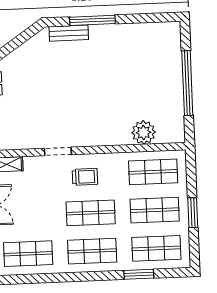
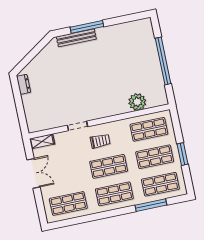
bench: (69, 33) -> (76, 38), width x1.36
window: (139, 274) -> (151, 205), width x1.44

